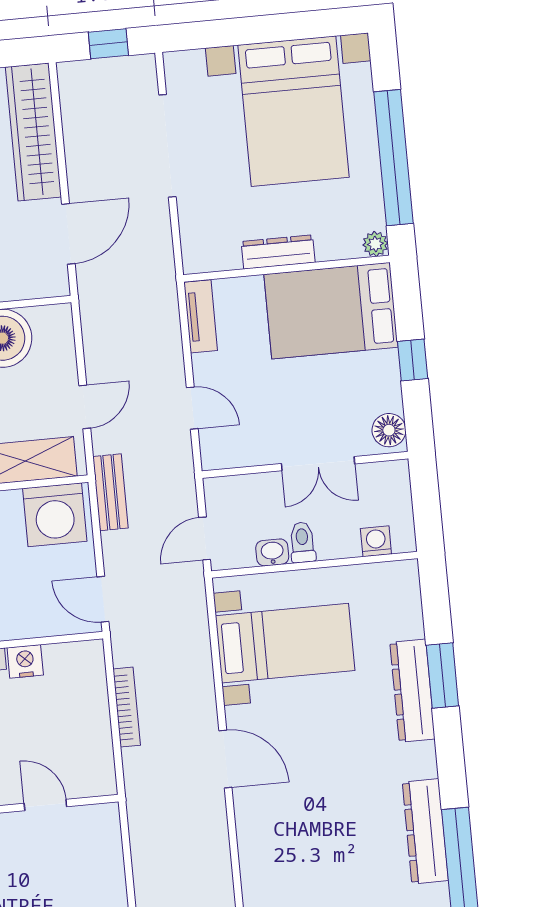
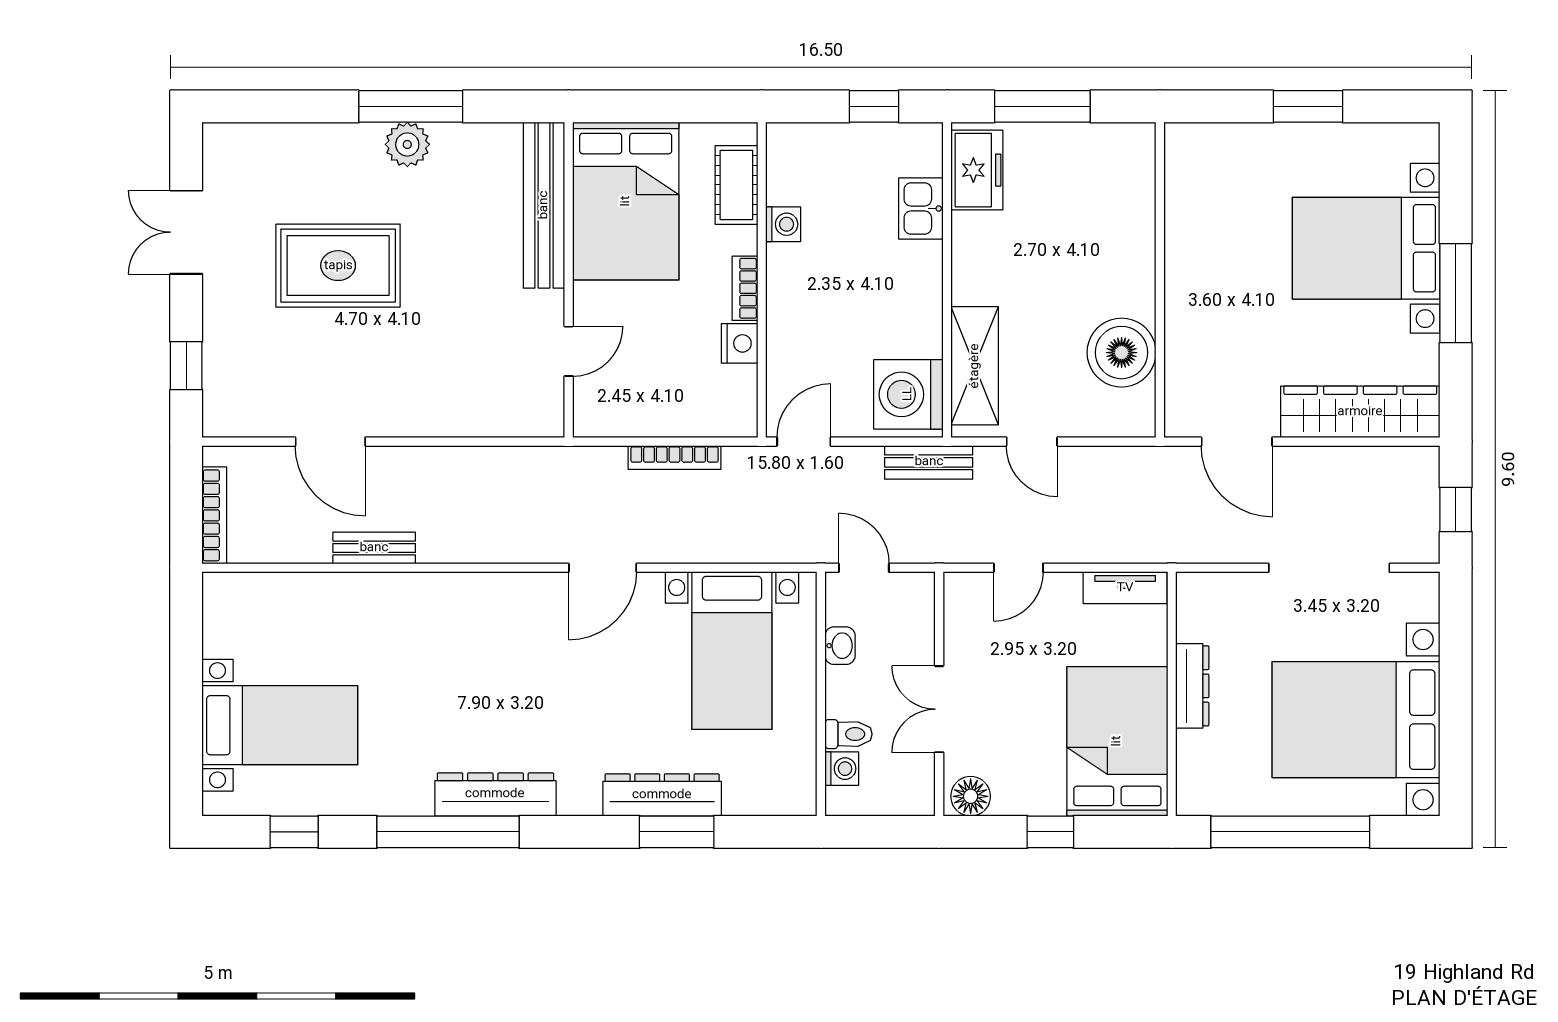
plant: (375, 244) -> (1191, 801), removed
toilet: (302, 542) -> (849, 734), moved

